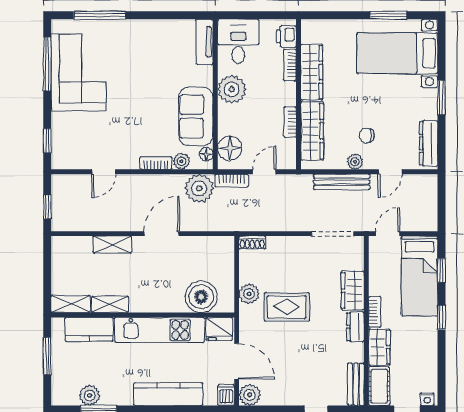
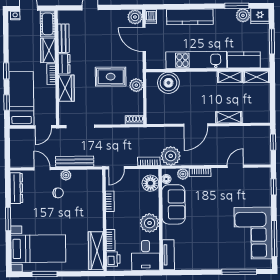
wardrobe: (312, 72) -> (96, 251), moved
wardrobe: (312, 131) -> (95, 196), removed
door: (264, 172) -> (116, 168), moved
door: (390, 172) -> (42, 169), hinge flipped
fridge: (219, 329) -> (260, 16), moved, turned 180
bench: (356, 384) -> (64, 38), moved

